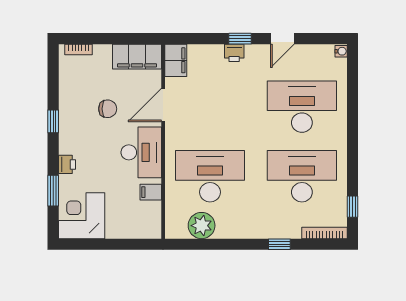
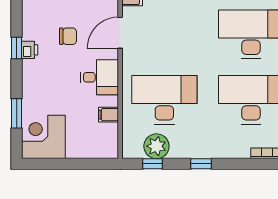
desk: (141, 152) -> (100, 77), width x0.73
printer: (67, 164) -> (30, 50), moved
window: (197, 244) -> (152, 164), added
window: (279, 244) -> (201, 164), moved

